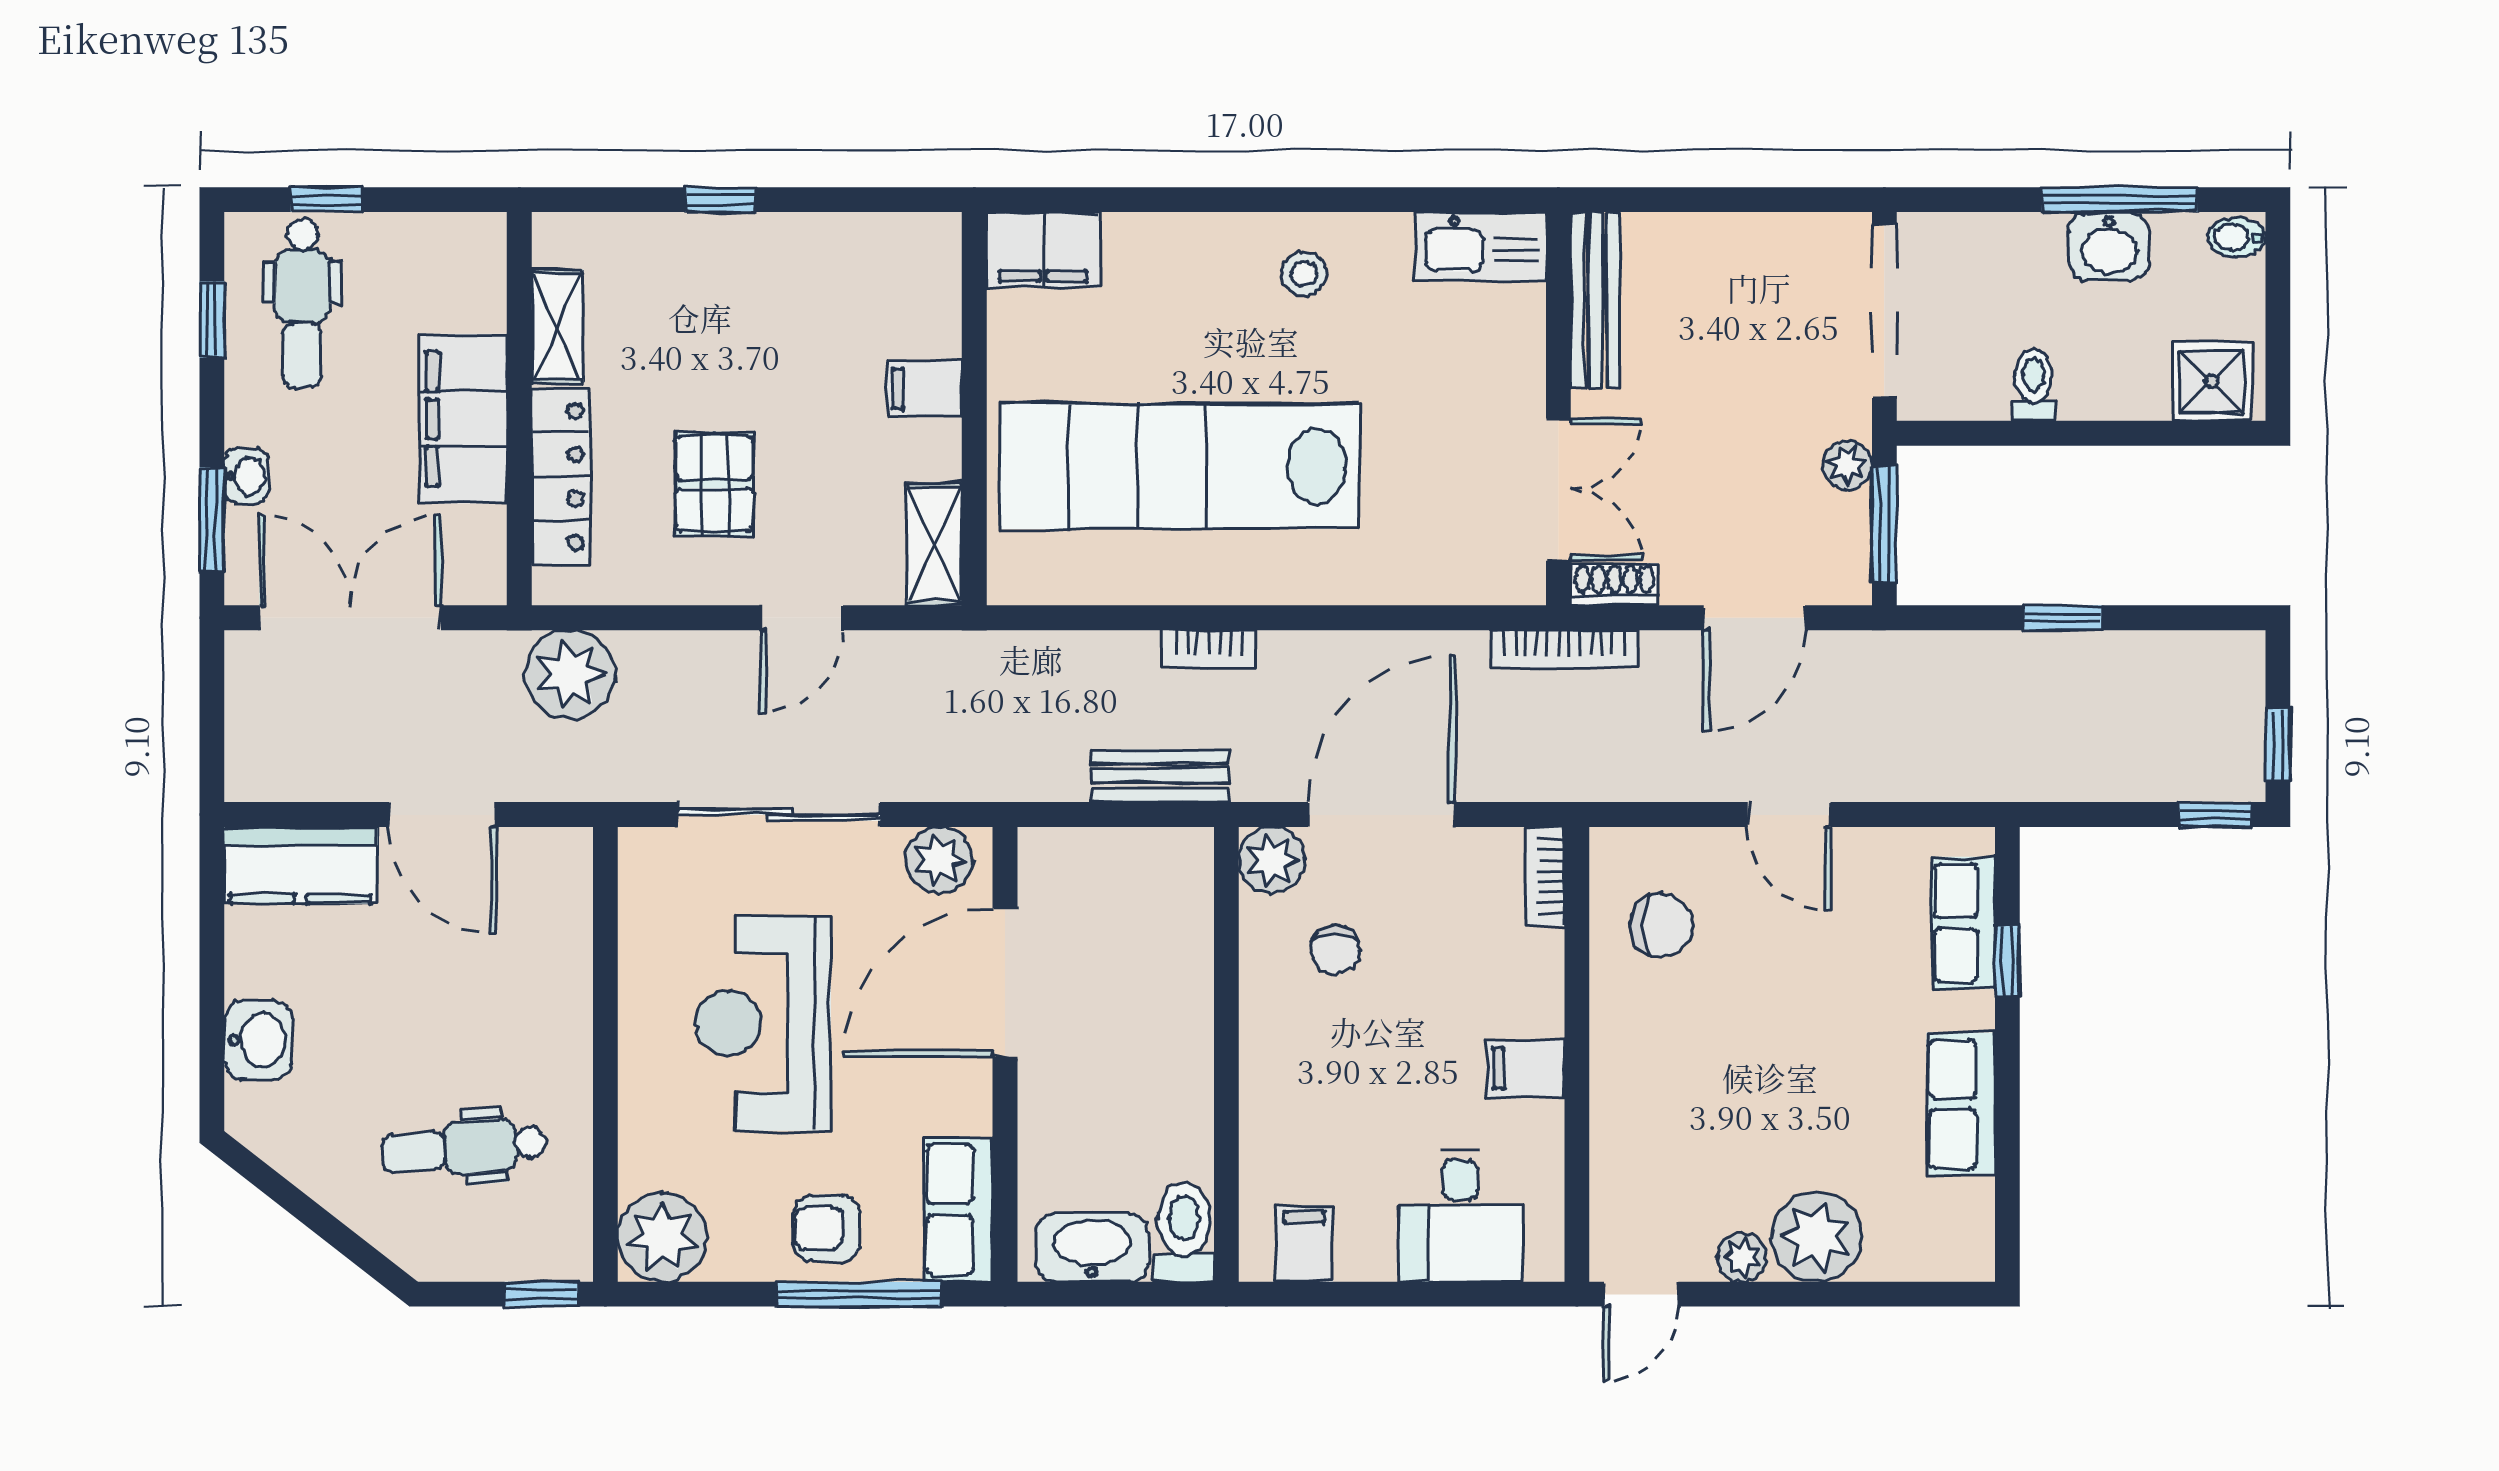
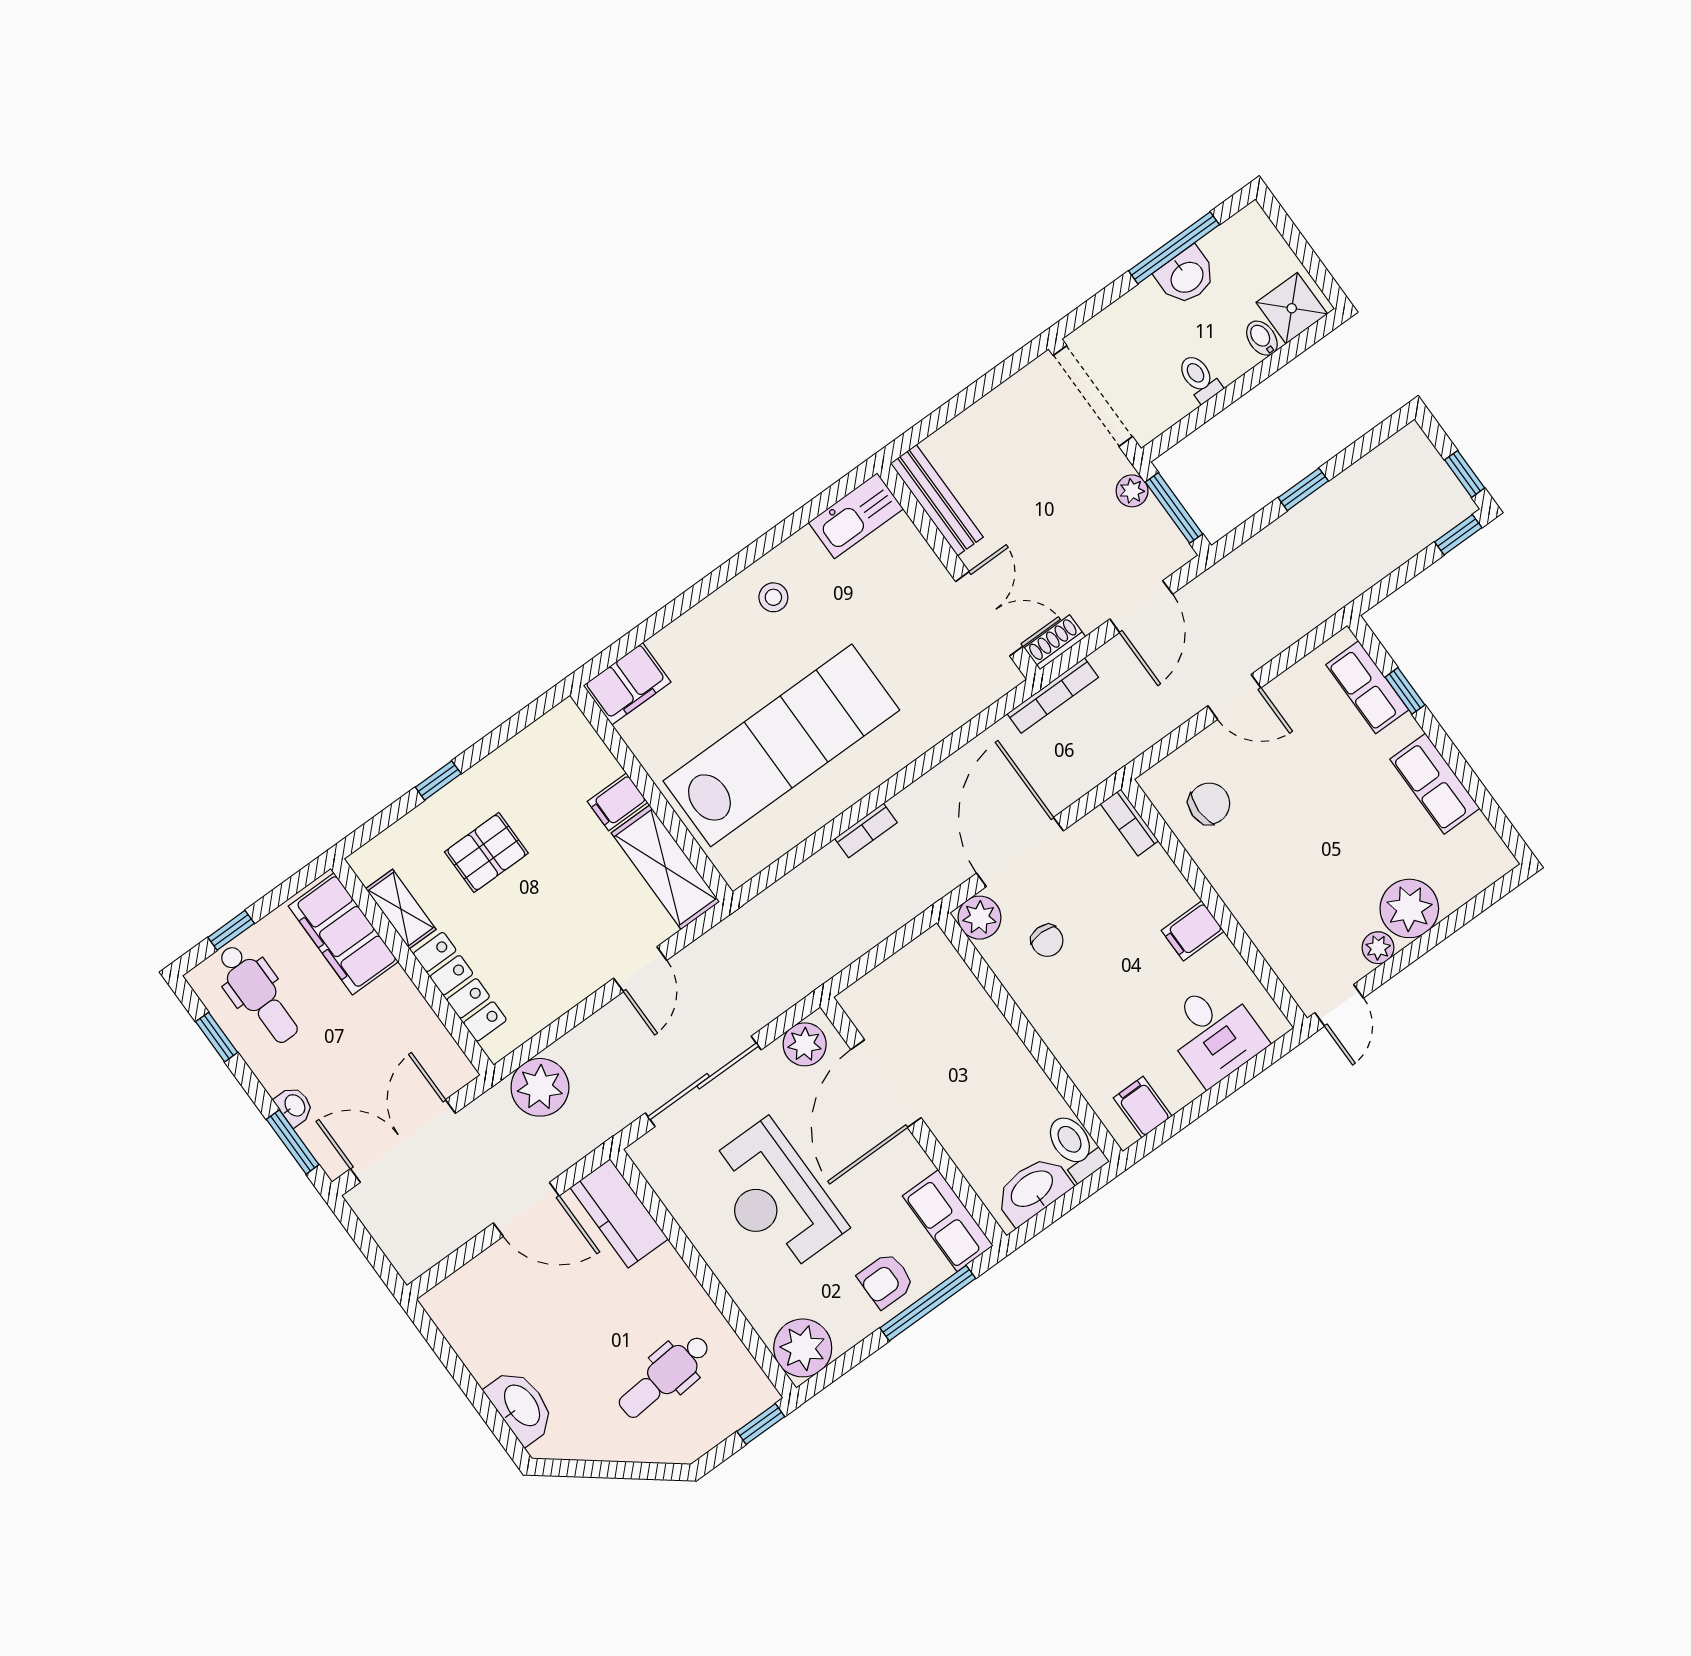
bidet: (2236, 237) -> (1262, 338), moved, turned 90
filing cabinet: (463, 419) -> (343, 934), moved
lab bench: (1180, 466) -> (781, 745), turned 180
pallet: (714, 484) -> (486, 853), moved, turned 90
shelving: (934, 544) -> (665, 867), width x1.50, depth x1.33
bench: (1160, 776) -> (889, 916), removed
kitchen counter: (301, 865) -> (619, 1213), moved, turned 90
washbasin: (258, 1040) -> (521, 1406), width x1.38

